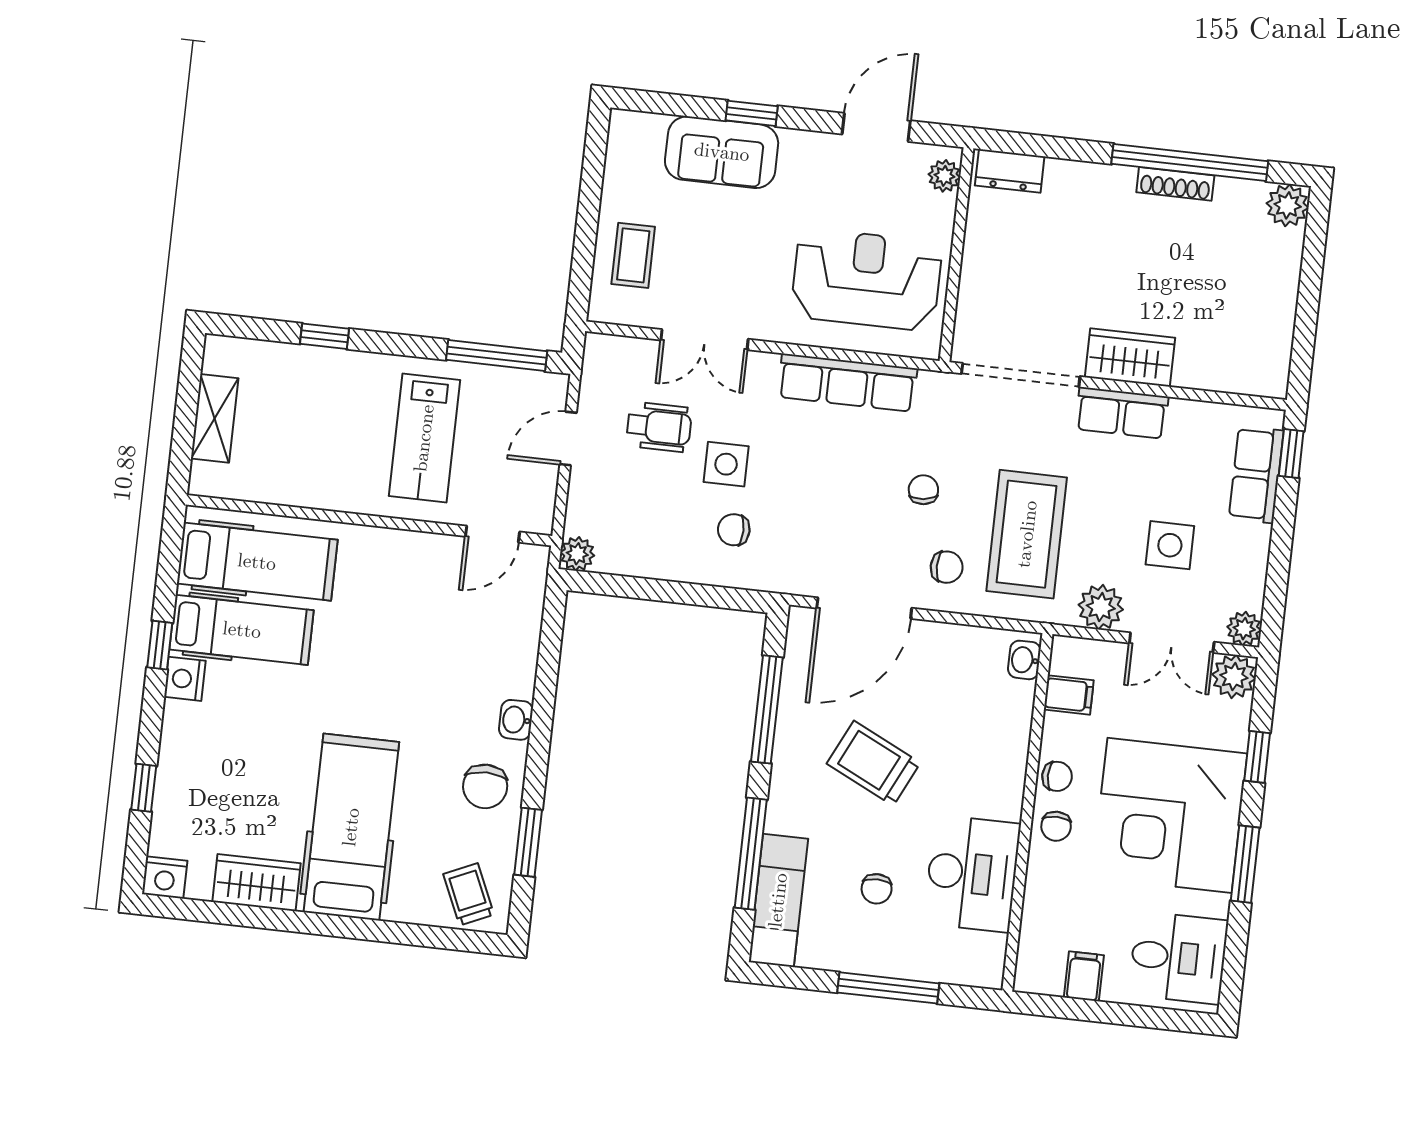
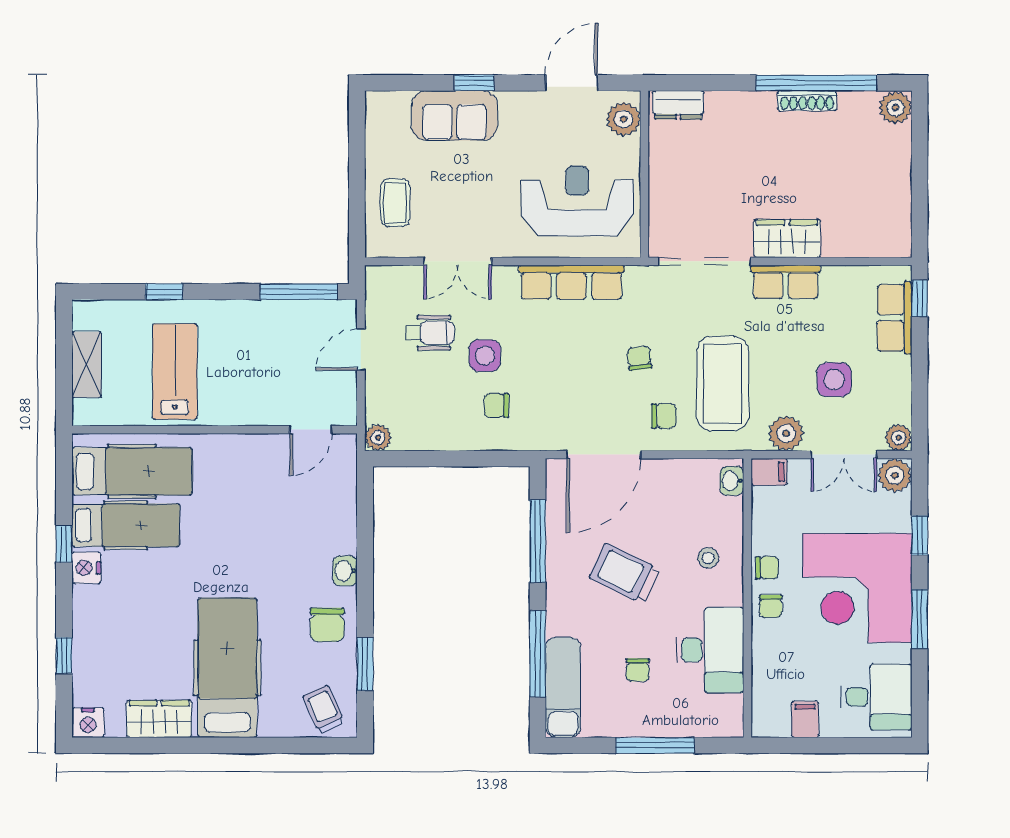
plant: (944, 176) -> (624, 119), width x1.38, depth x1.38
lab bench: (424, 438) -> (175, 372), moved, turned 180
filing cabinet: (1069, 695) -> (769, 472), moved
stool: (983, 755) -> (708, 558), added

